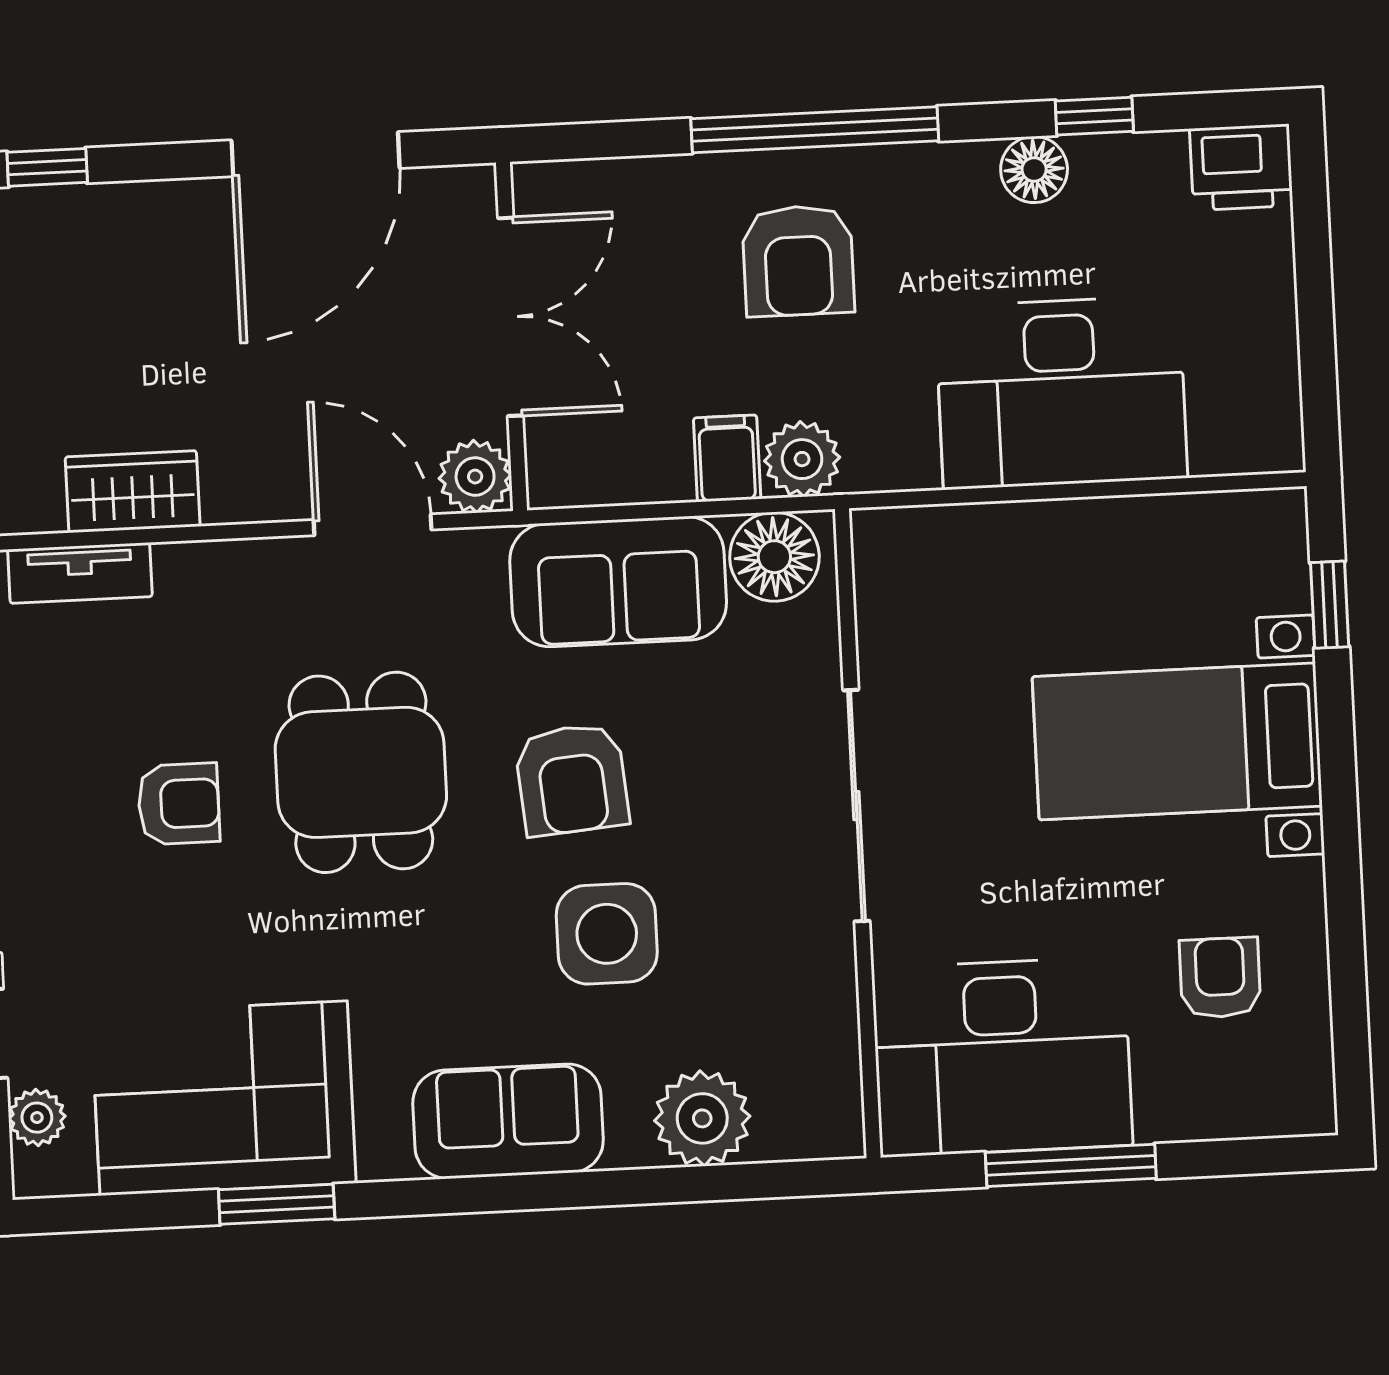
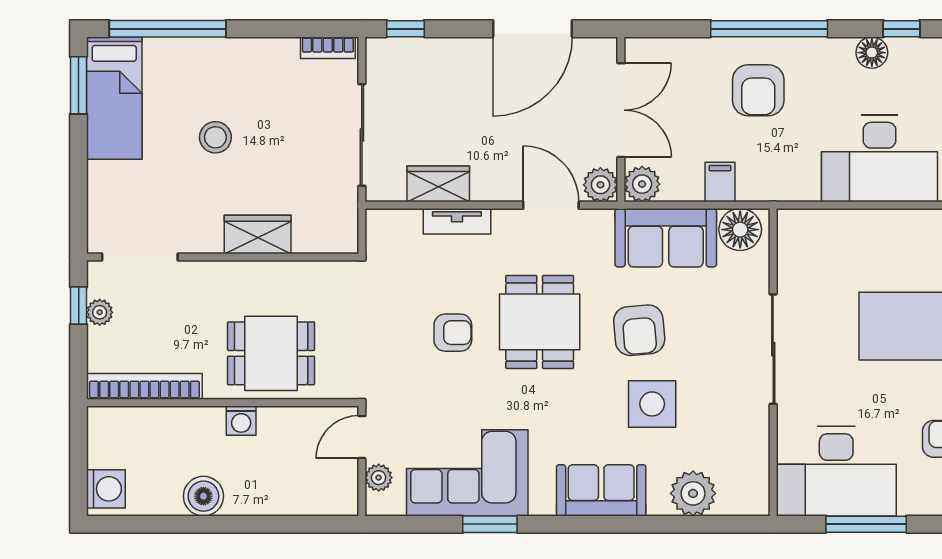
plant: (802, 459) -> (642, 184), moved
tv unit: (80, 573) -> (457, 221), moved

